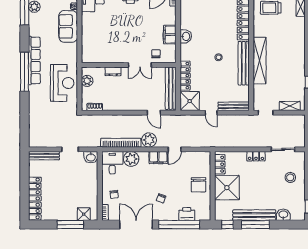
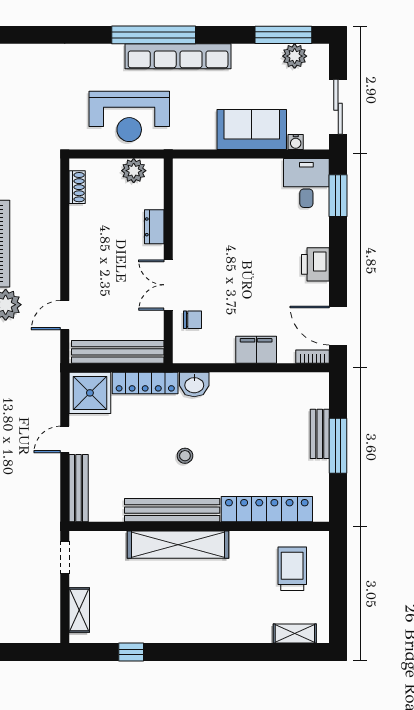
filing cabinet: (170, 35) -> (256, 350), moved
washbasin: (186, 36) -> (194, 384), moved

